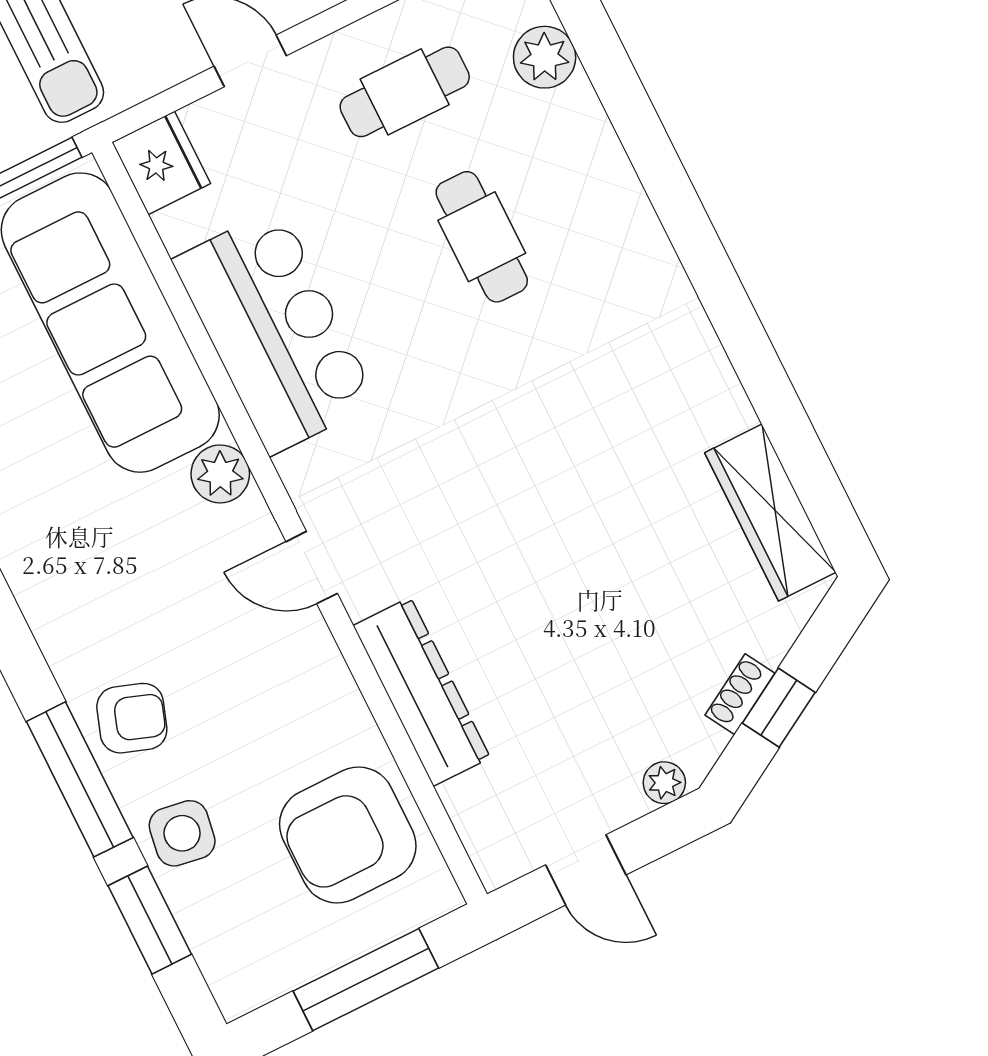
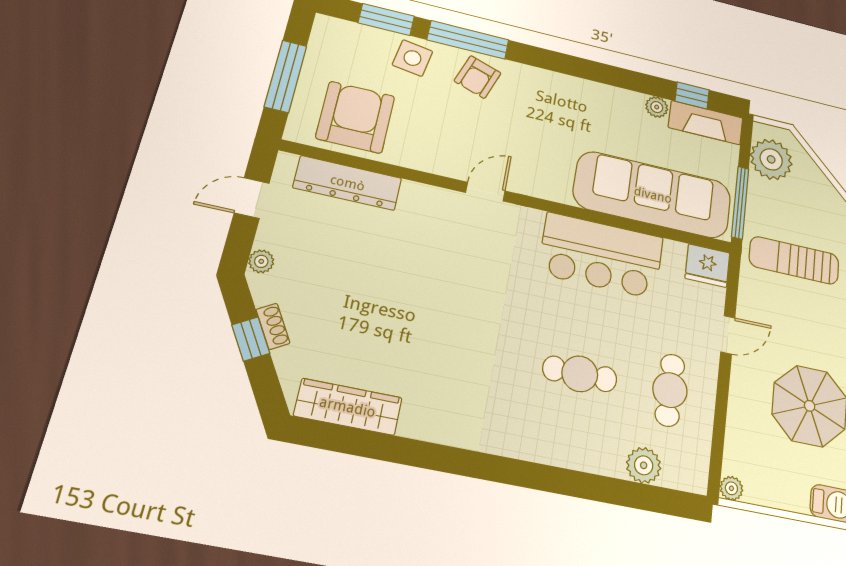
plant: (220, 474) -> (555, 187), removed
dresser: (422, 692) -> (348, 183), moved

